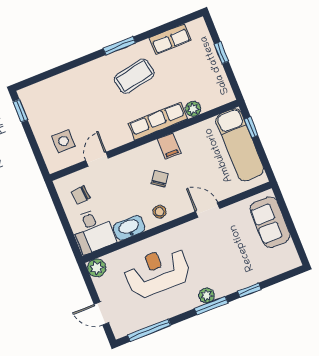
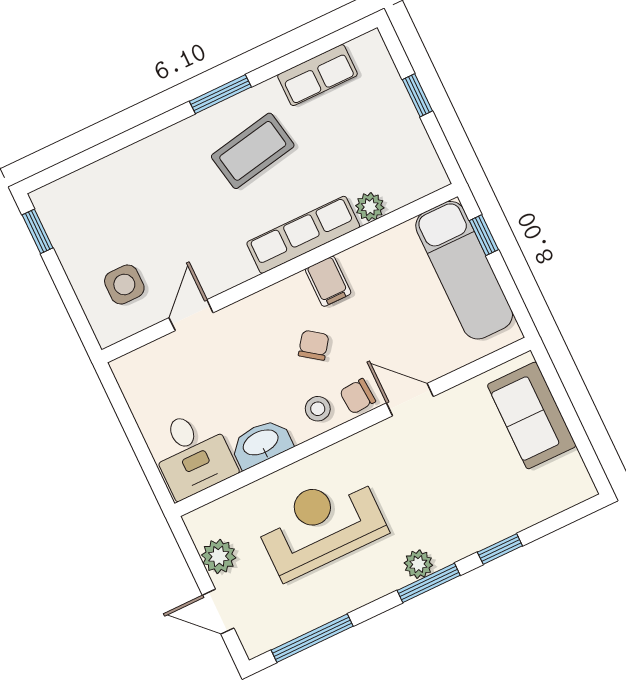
chair: (81, 195) -> (358, 396), moved
plant: (97, 268) -> (219, 556), moved

